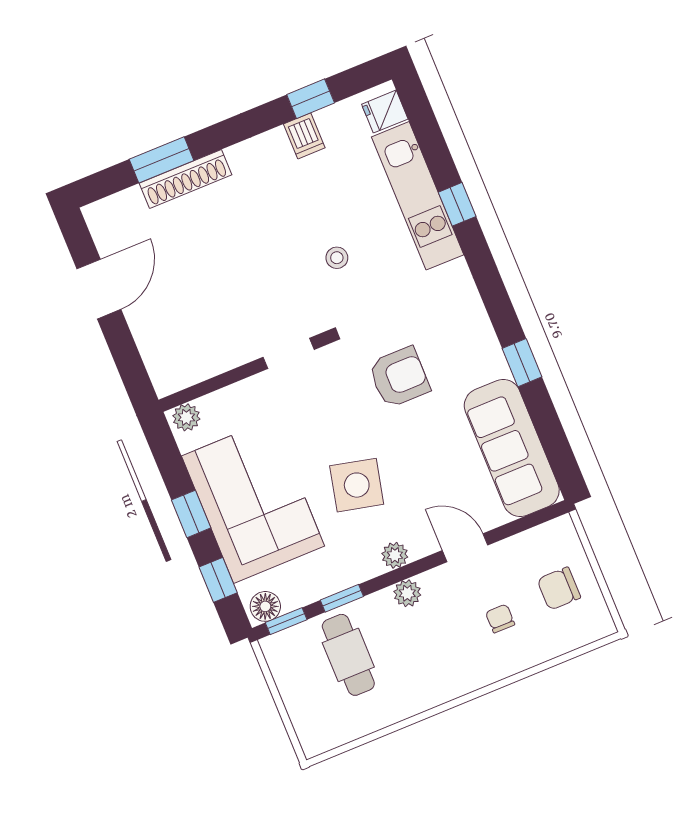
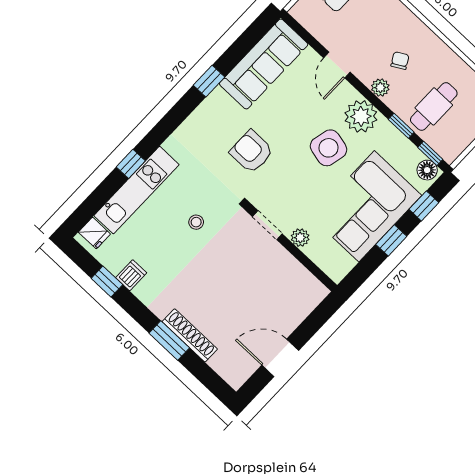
window: (161, 160) -> (169, 340), moved
plant: (186, 417) -> (300, 238), moved
plant: (395, 555) -> (361, 116), width x1.87, depth x1.87
chair: (500, 618) -> (400, 61), moved, turned 150

